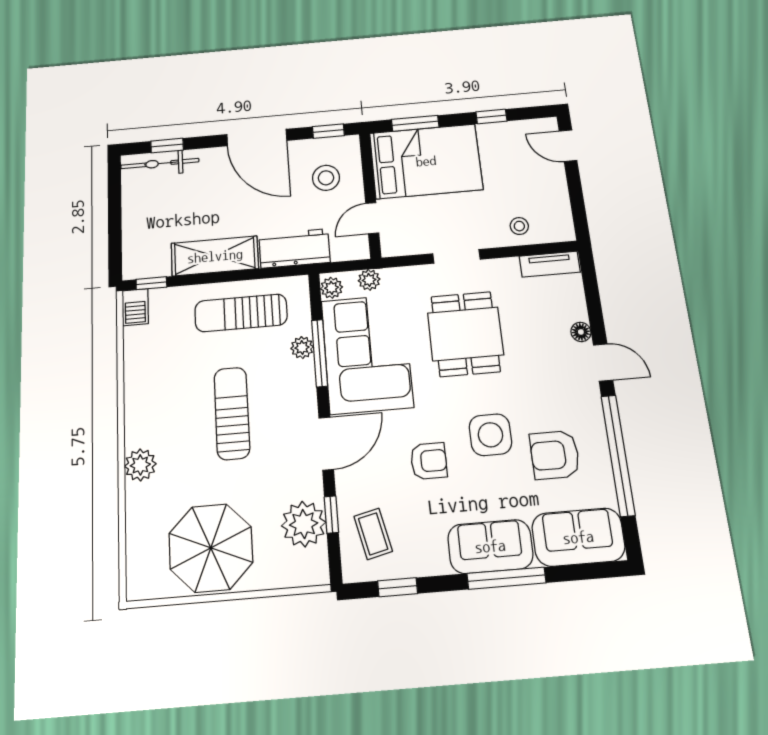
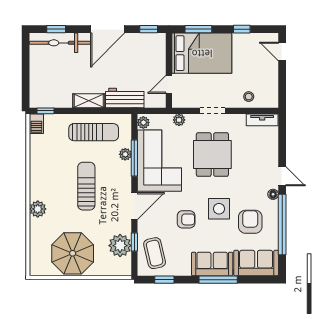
door: (257, 137) -> (108, 29), hinge flipped
bicycle: (160, 164) -> (60, 43), width x1.37, depth x1.40
stool: (326, 178) -> (145, 58), removed
shelving: (215, 256) -> (89, 101), width x0.67, depth x0.75
plant: (369, 280) -> (179, 120), moved
sun lounger: (241, 313) -> (94, 132), turned 180
floor lamp: (581, 332) -> (273, 194), moved
armchair: (555, 455) -> (250, 222), turned 90
coffee table: (373, 534) -> (155, 253), width x1.36, depth x1.30

